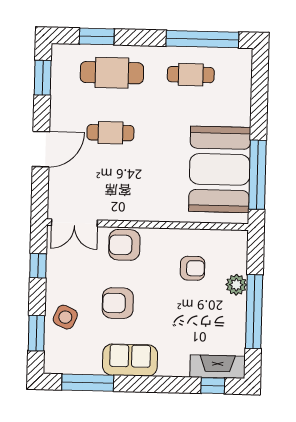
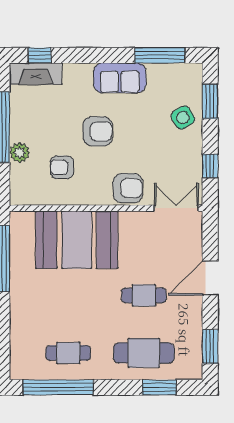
booth: (220, 169) -> (77, 240), moved, turned 90
armchair: (118, 303) -> (98, 131), moved
side table: (65, 317) -> (183, 118), turned 34

